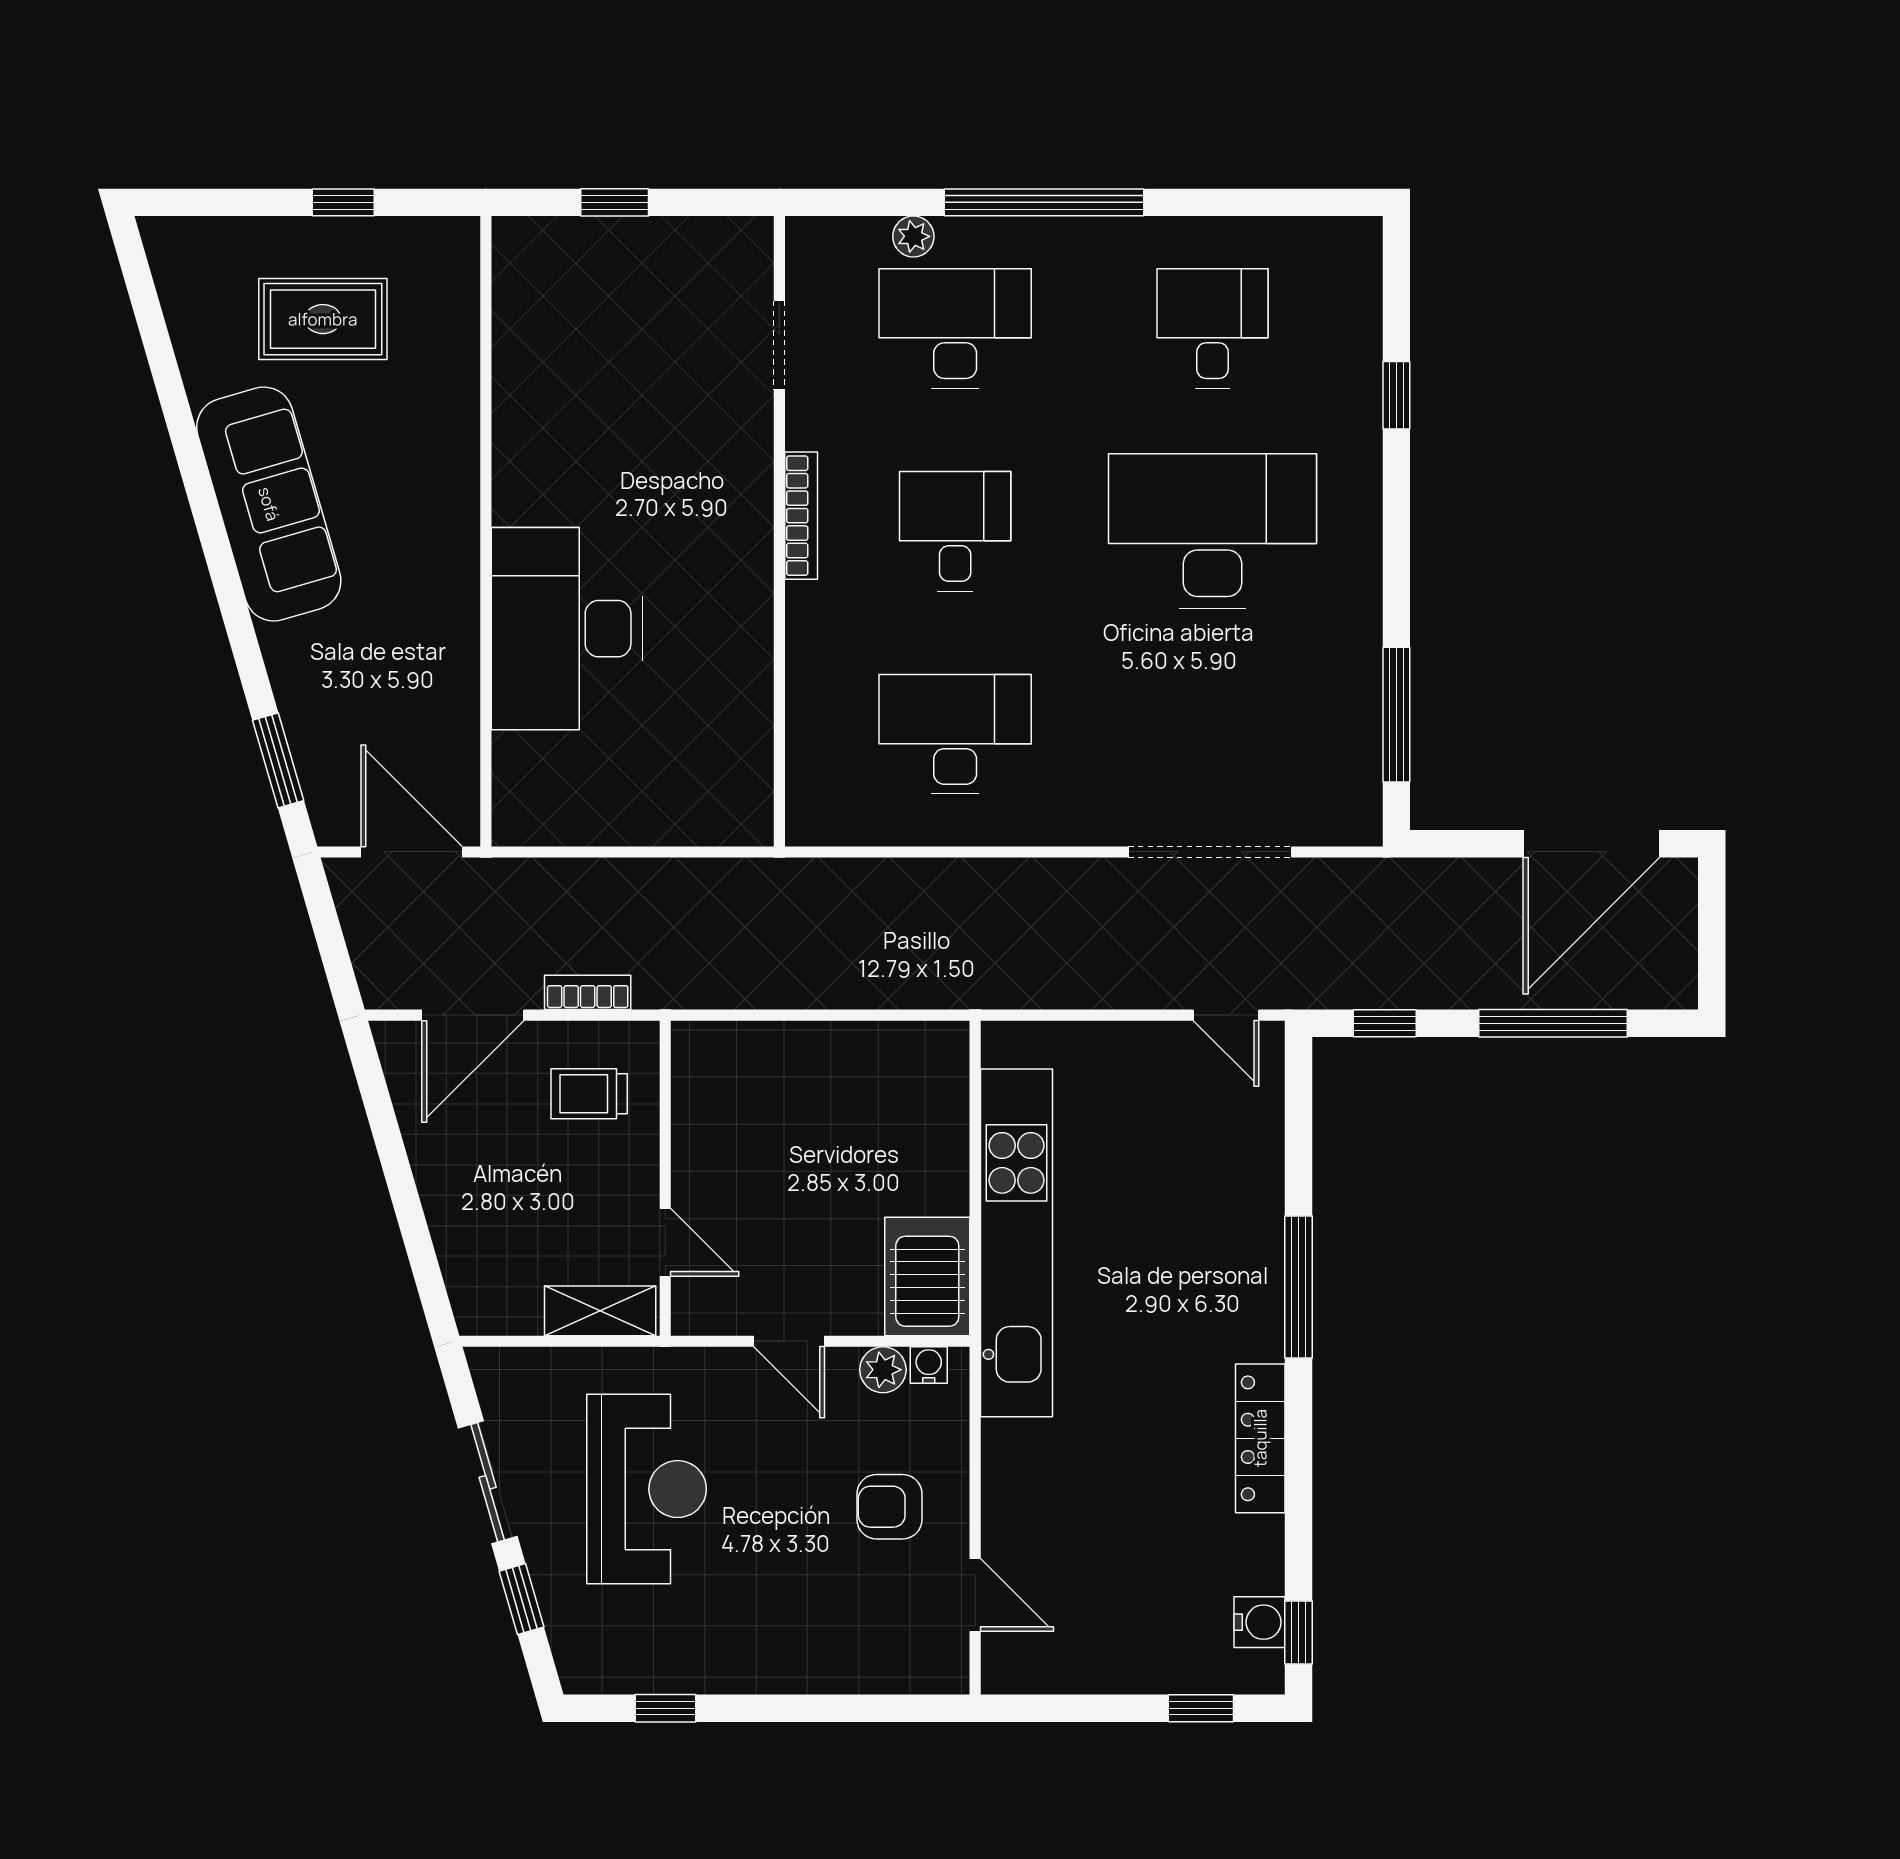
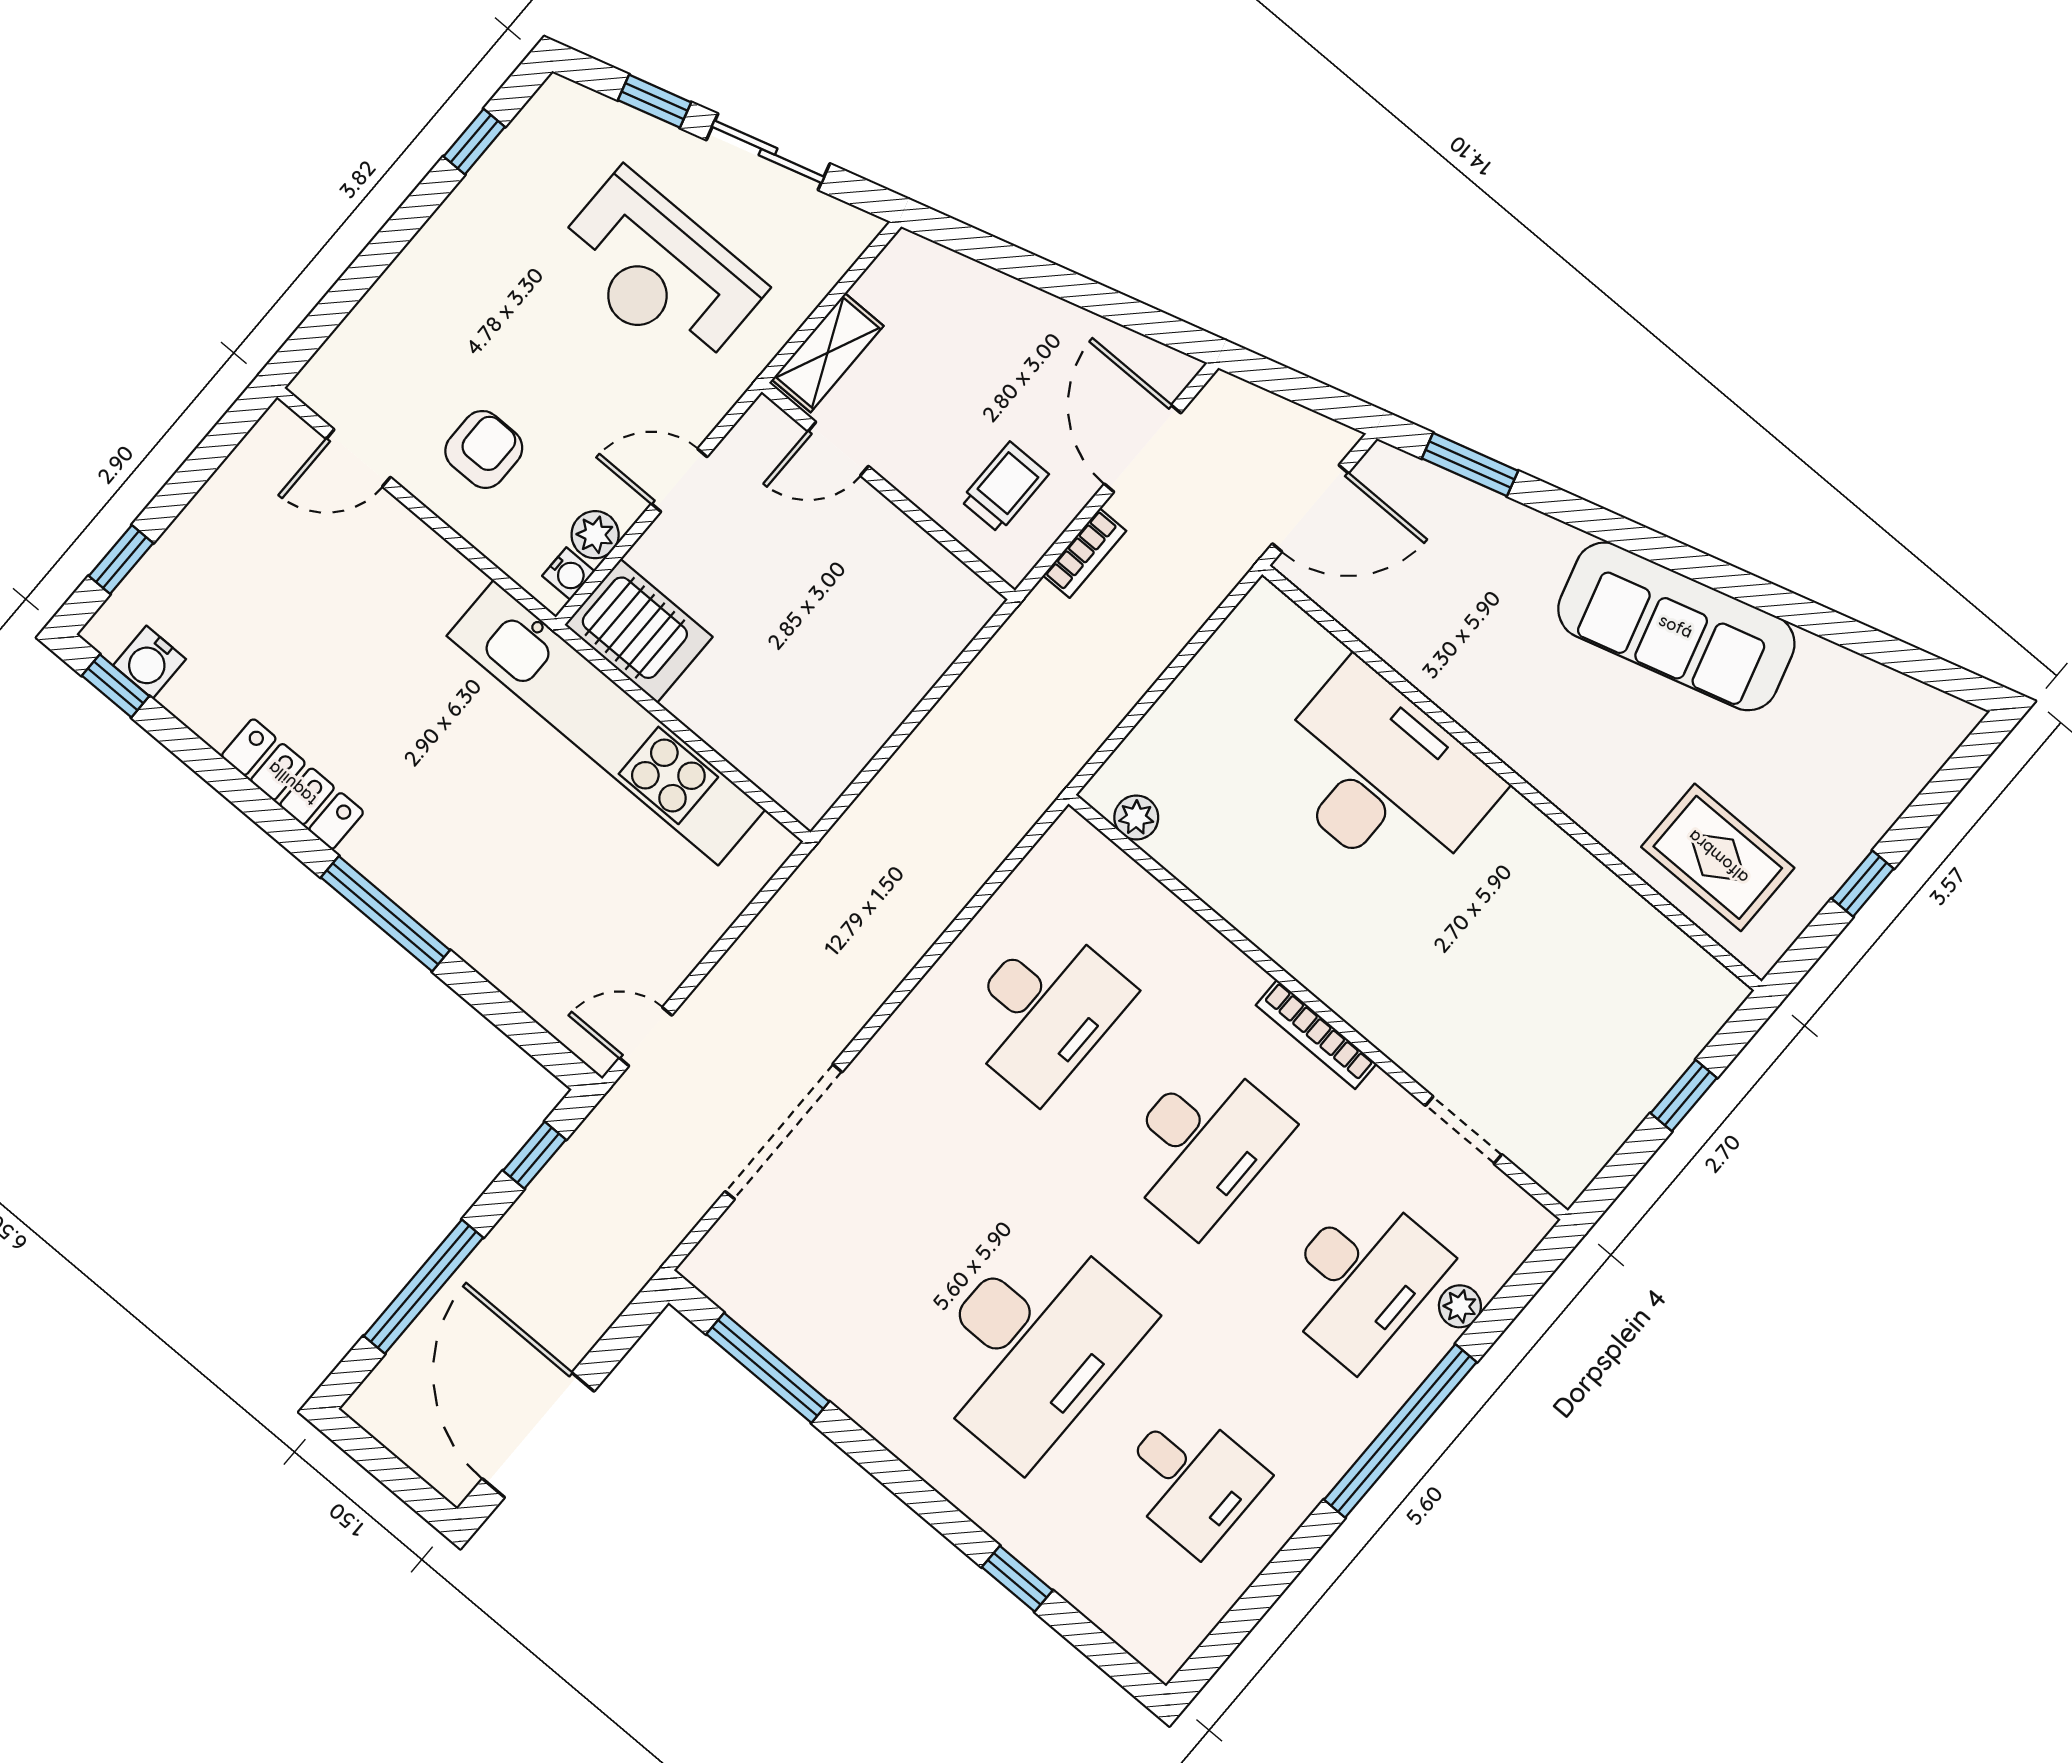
rug: (323, 319) -> (1718, 857), moved, turned 90
desk: (955, 531) -> (1202, 1144), width x1.37
plant: (752, 787) -> (1136, 817), added

